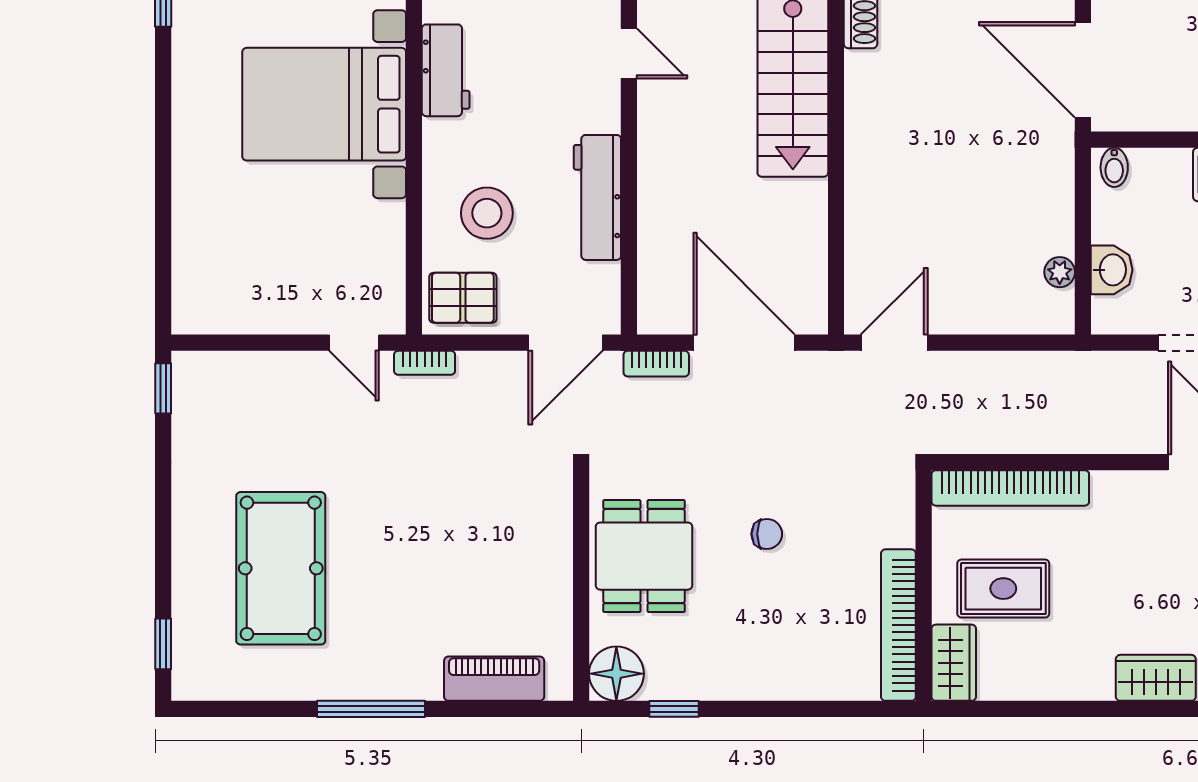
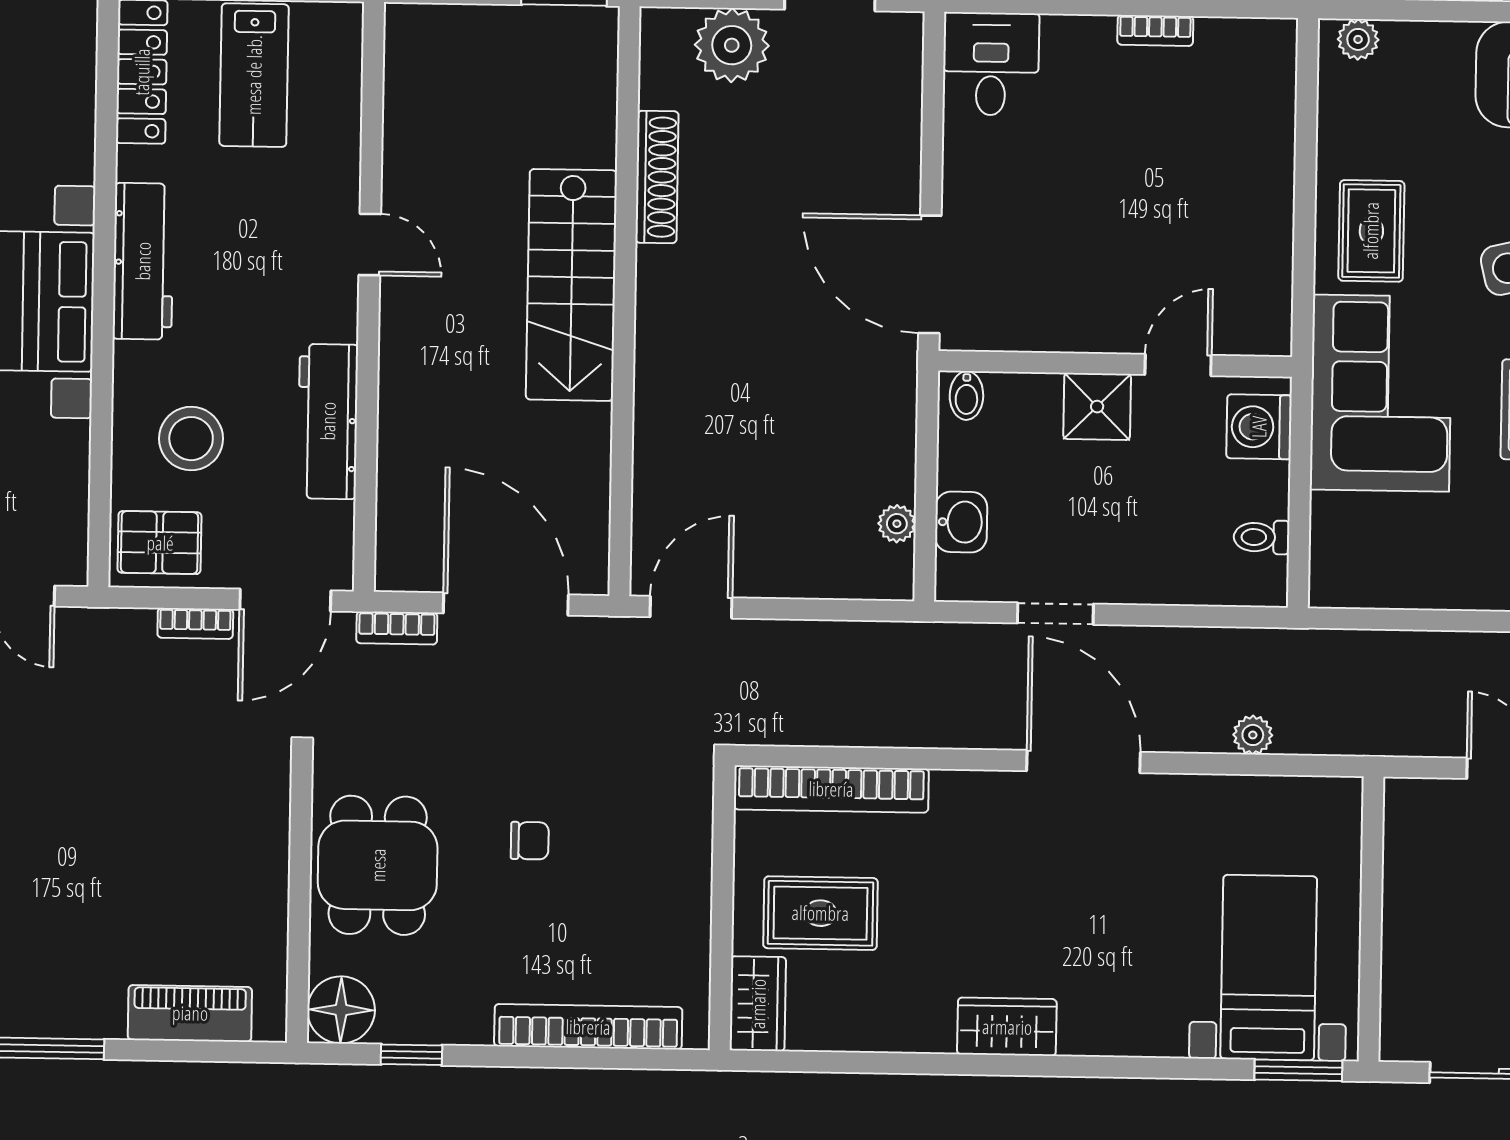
workbench: (446, 70) -> (143, 261), width x1.37
bookcase: (425, 363) -> (195, 623), moved
bookcase: (898, 625) -> (588, 1027), moved, turned 90

